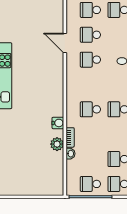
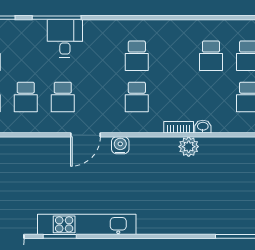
door: (65, 43) -> (85, 135), moved
water cooler: (58, 123) -> (120, 145), moved

